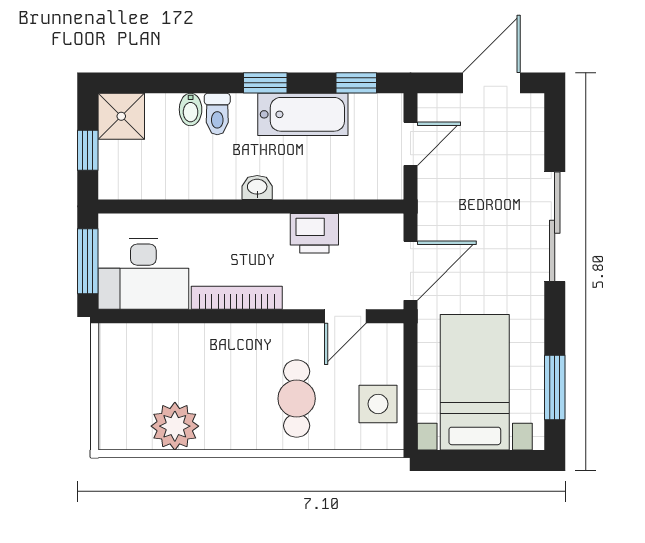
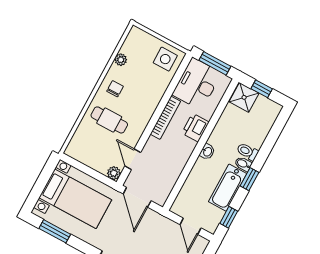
bidet: (191, 109) -> (243, 164), moved
shower: (121, 116) -> (244, 97), moved
printer: (314, 233) -> (195, 128), moved
plant: (390, 337) -> (114, 173), added
side table: (378, 404) -> (165, 59), moved
chair: (234, 419) -> (115, 89), added
plant: (175, 426) -> (121, 60), width x0.53, depth x0.53

